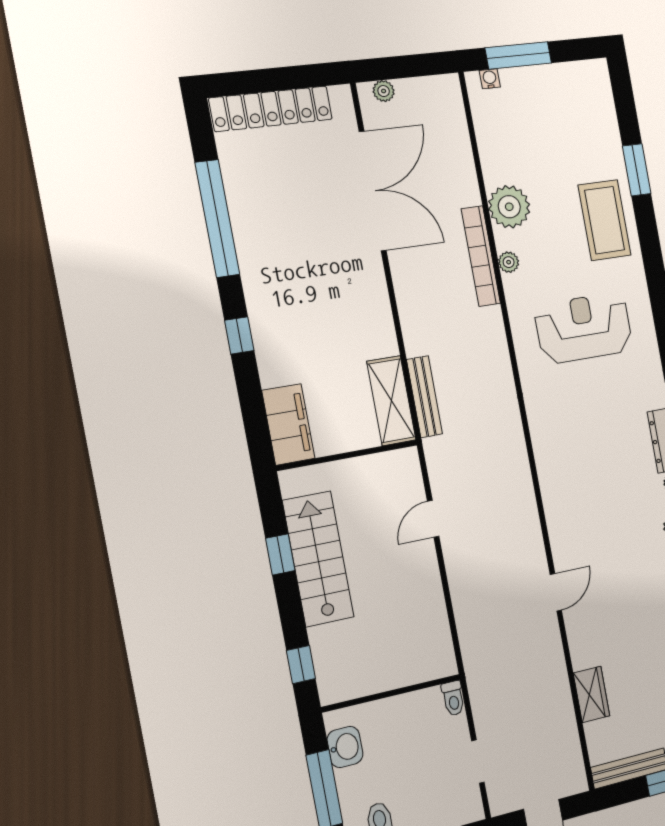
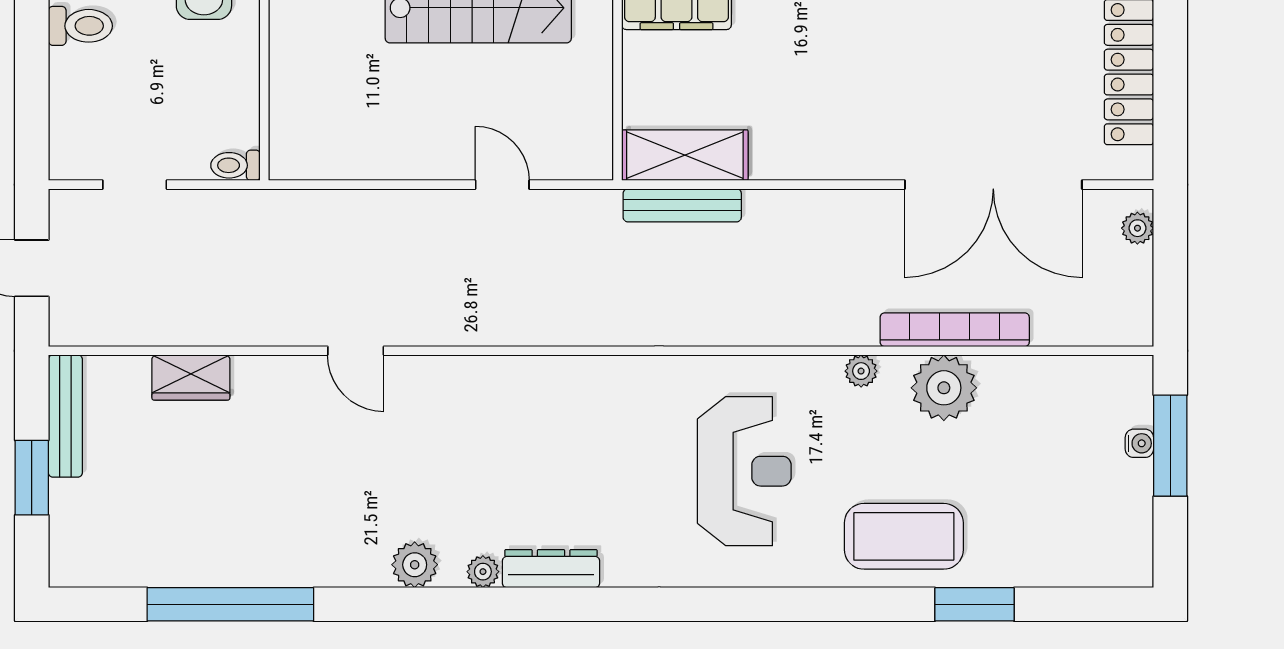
water cooler: (490, 79) -> (1139, 443), moved
bookcase: (481, 256) -> (955, 330), moved

